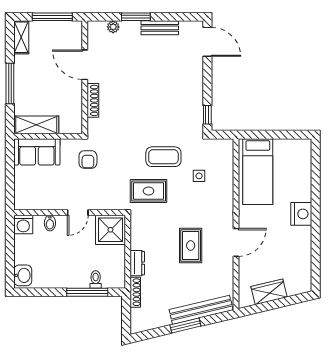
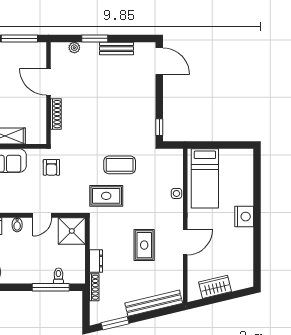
side table: (199, 176) -> (176, 193), moved
window: (185, 326) -> (115, 323), moved

